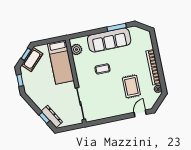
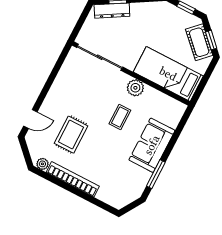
sofa: (109, 40) -> (152, 145), width x0.73
plant: (76, 49) -> (135, 88), moved
rug: (131, 86) -> (71, 135), turned 90
door: (140, 113) -> (30, 119), hinge flipped

